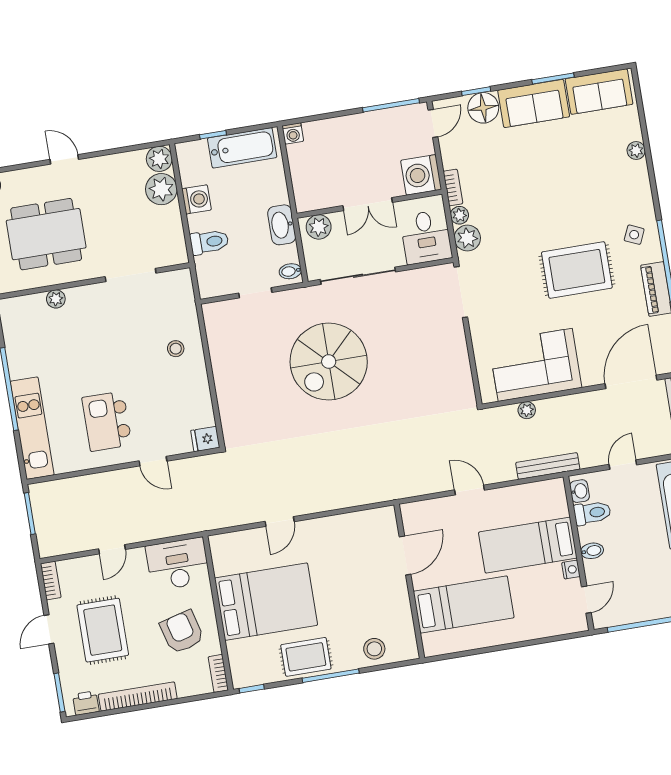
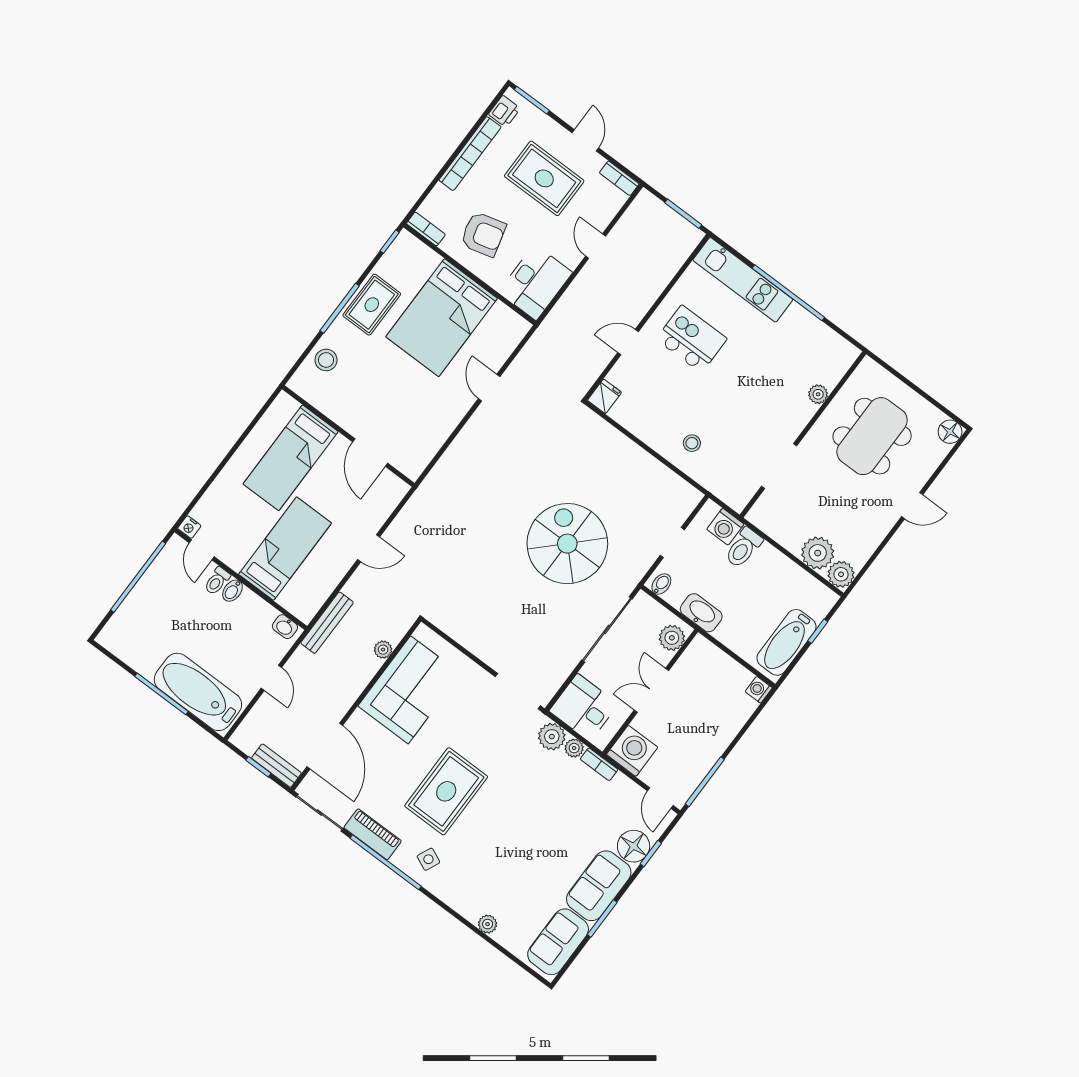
washing machine: (196, 199) -> (725, 527), moved
toilet: (592, 513) -> (217, 581), moved, width x0.73, depth x0.72
nightstand: (571, 570) -> (189, 527), moved

